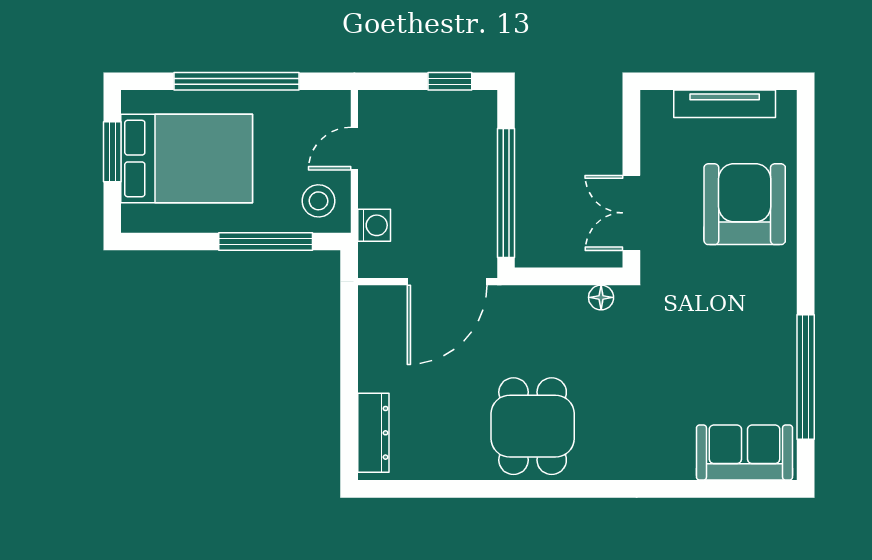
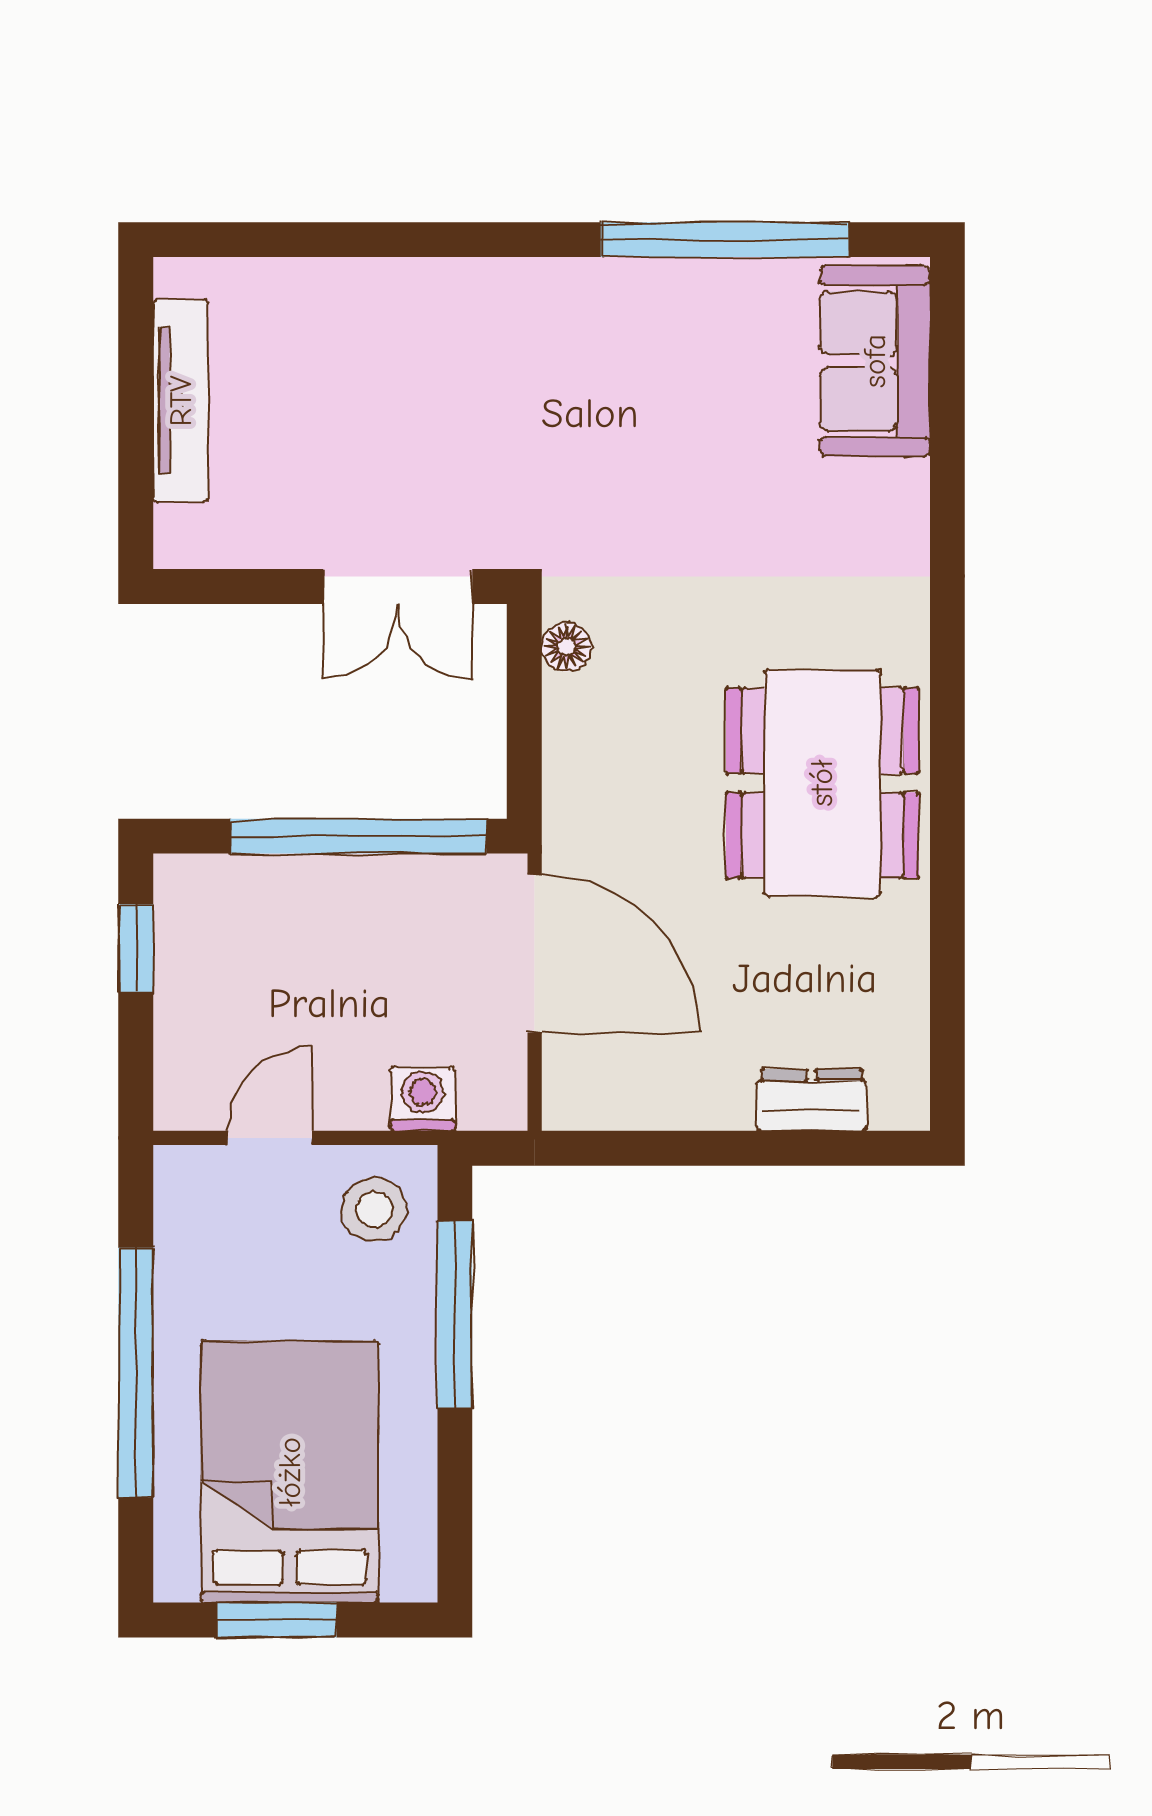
door: (354, 149) -> (270, 1138), swing flipped
armchair: (745, 204) -> (381, 361), removed
dining table: (533, 426) -> (822, 783), width x1.38
dresser: (373, 433) -> (812, 1100), width x0.70

